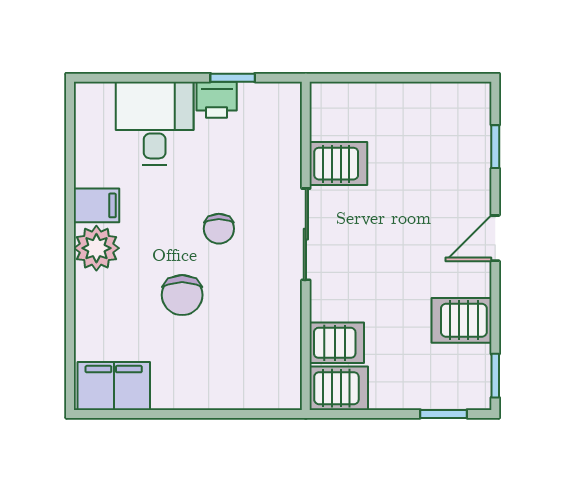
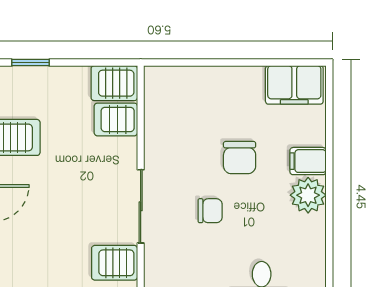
filing cabinet: (97, 205) -> (308, 161), moved
chair: (219, 229) -> (210, 211), turned 90
chair: (182, 295) -> (240, 158), turned 180

